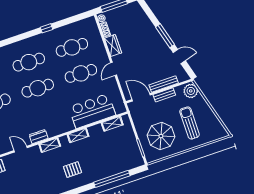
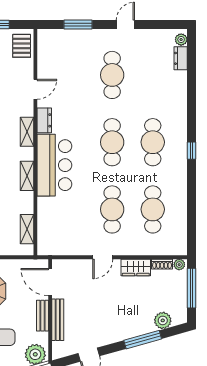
plant: (141, 17) -> (163, 320), added
window: (46, 28) -> (191, 151), moved
window: (165, 36) -> (143, 340), moved
door: (114, 69) -> (103, 257), swing flipped
door: (141, 97) -> (50, 282), swing flipped
bar counter: (92, 111) -> (54, 165), moved

